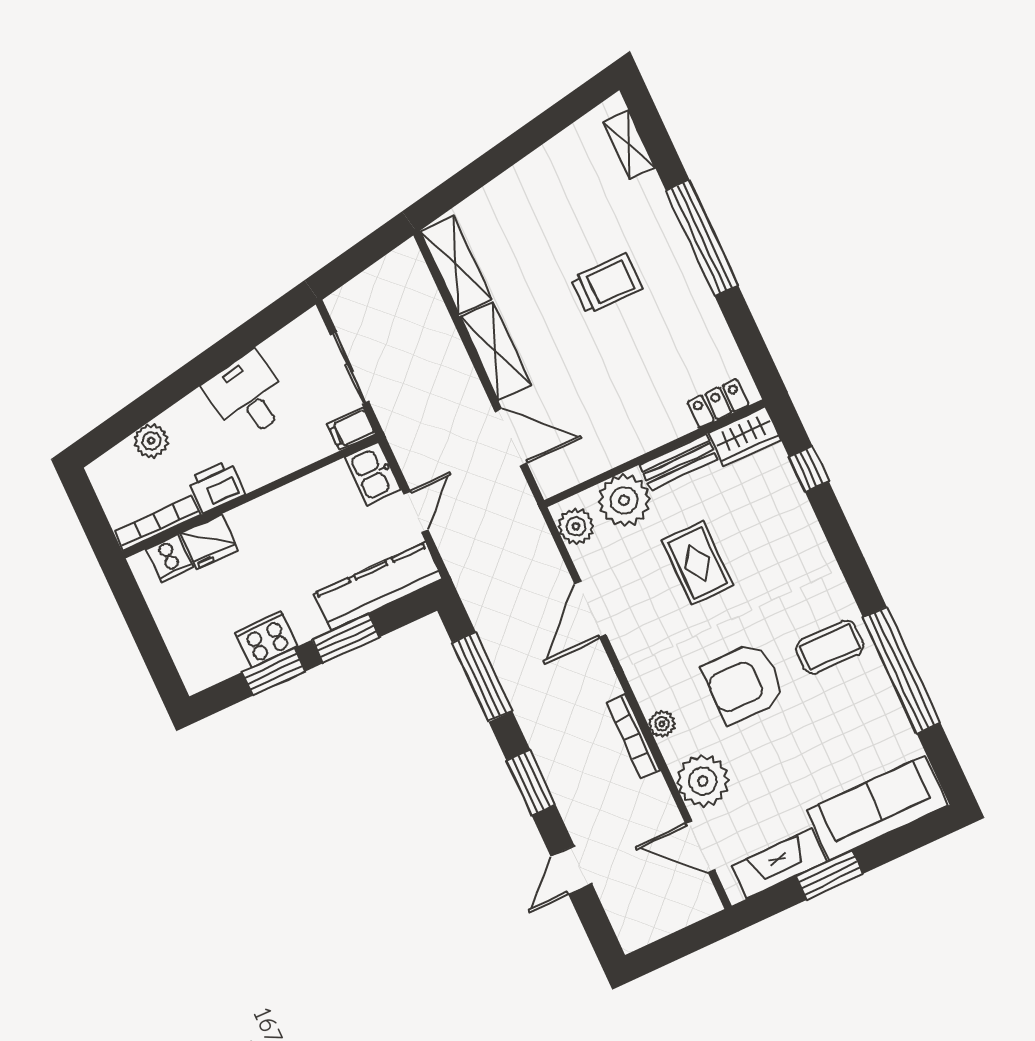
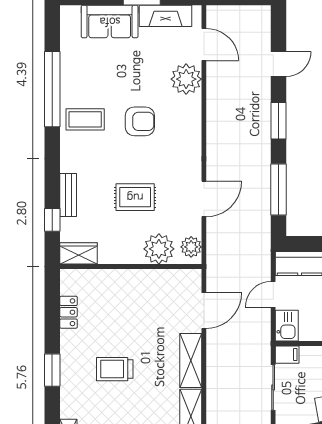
window: (702, 238) -> (52, 370), width x0.47
locker: (718, 404) -> (69, 312), moved, turned -90
door: (511, 437) -> (204, 311), swing flipped
bench: (678, 462) -> (68, 195), moved, turned 90
rug: (697, 563) -> (135, 197), turned 90
armchair: (744, 683) -> (140, 121), width x0.73, depth x0.73
plant: (662, 724) -> (194, 120), removed
bookcase: (633, 736) -> (212, 120), removed
sofa: (877, 808) -> (110, 21), width x0.73

